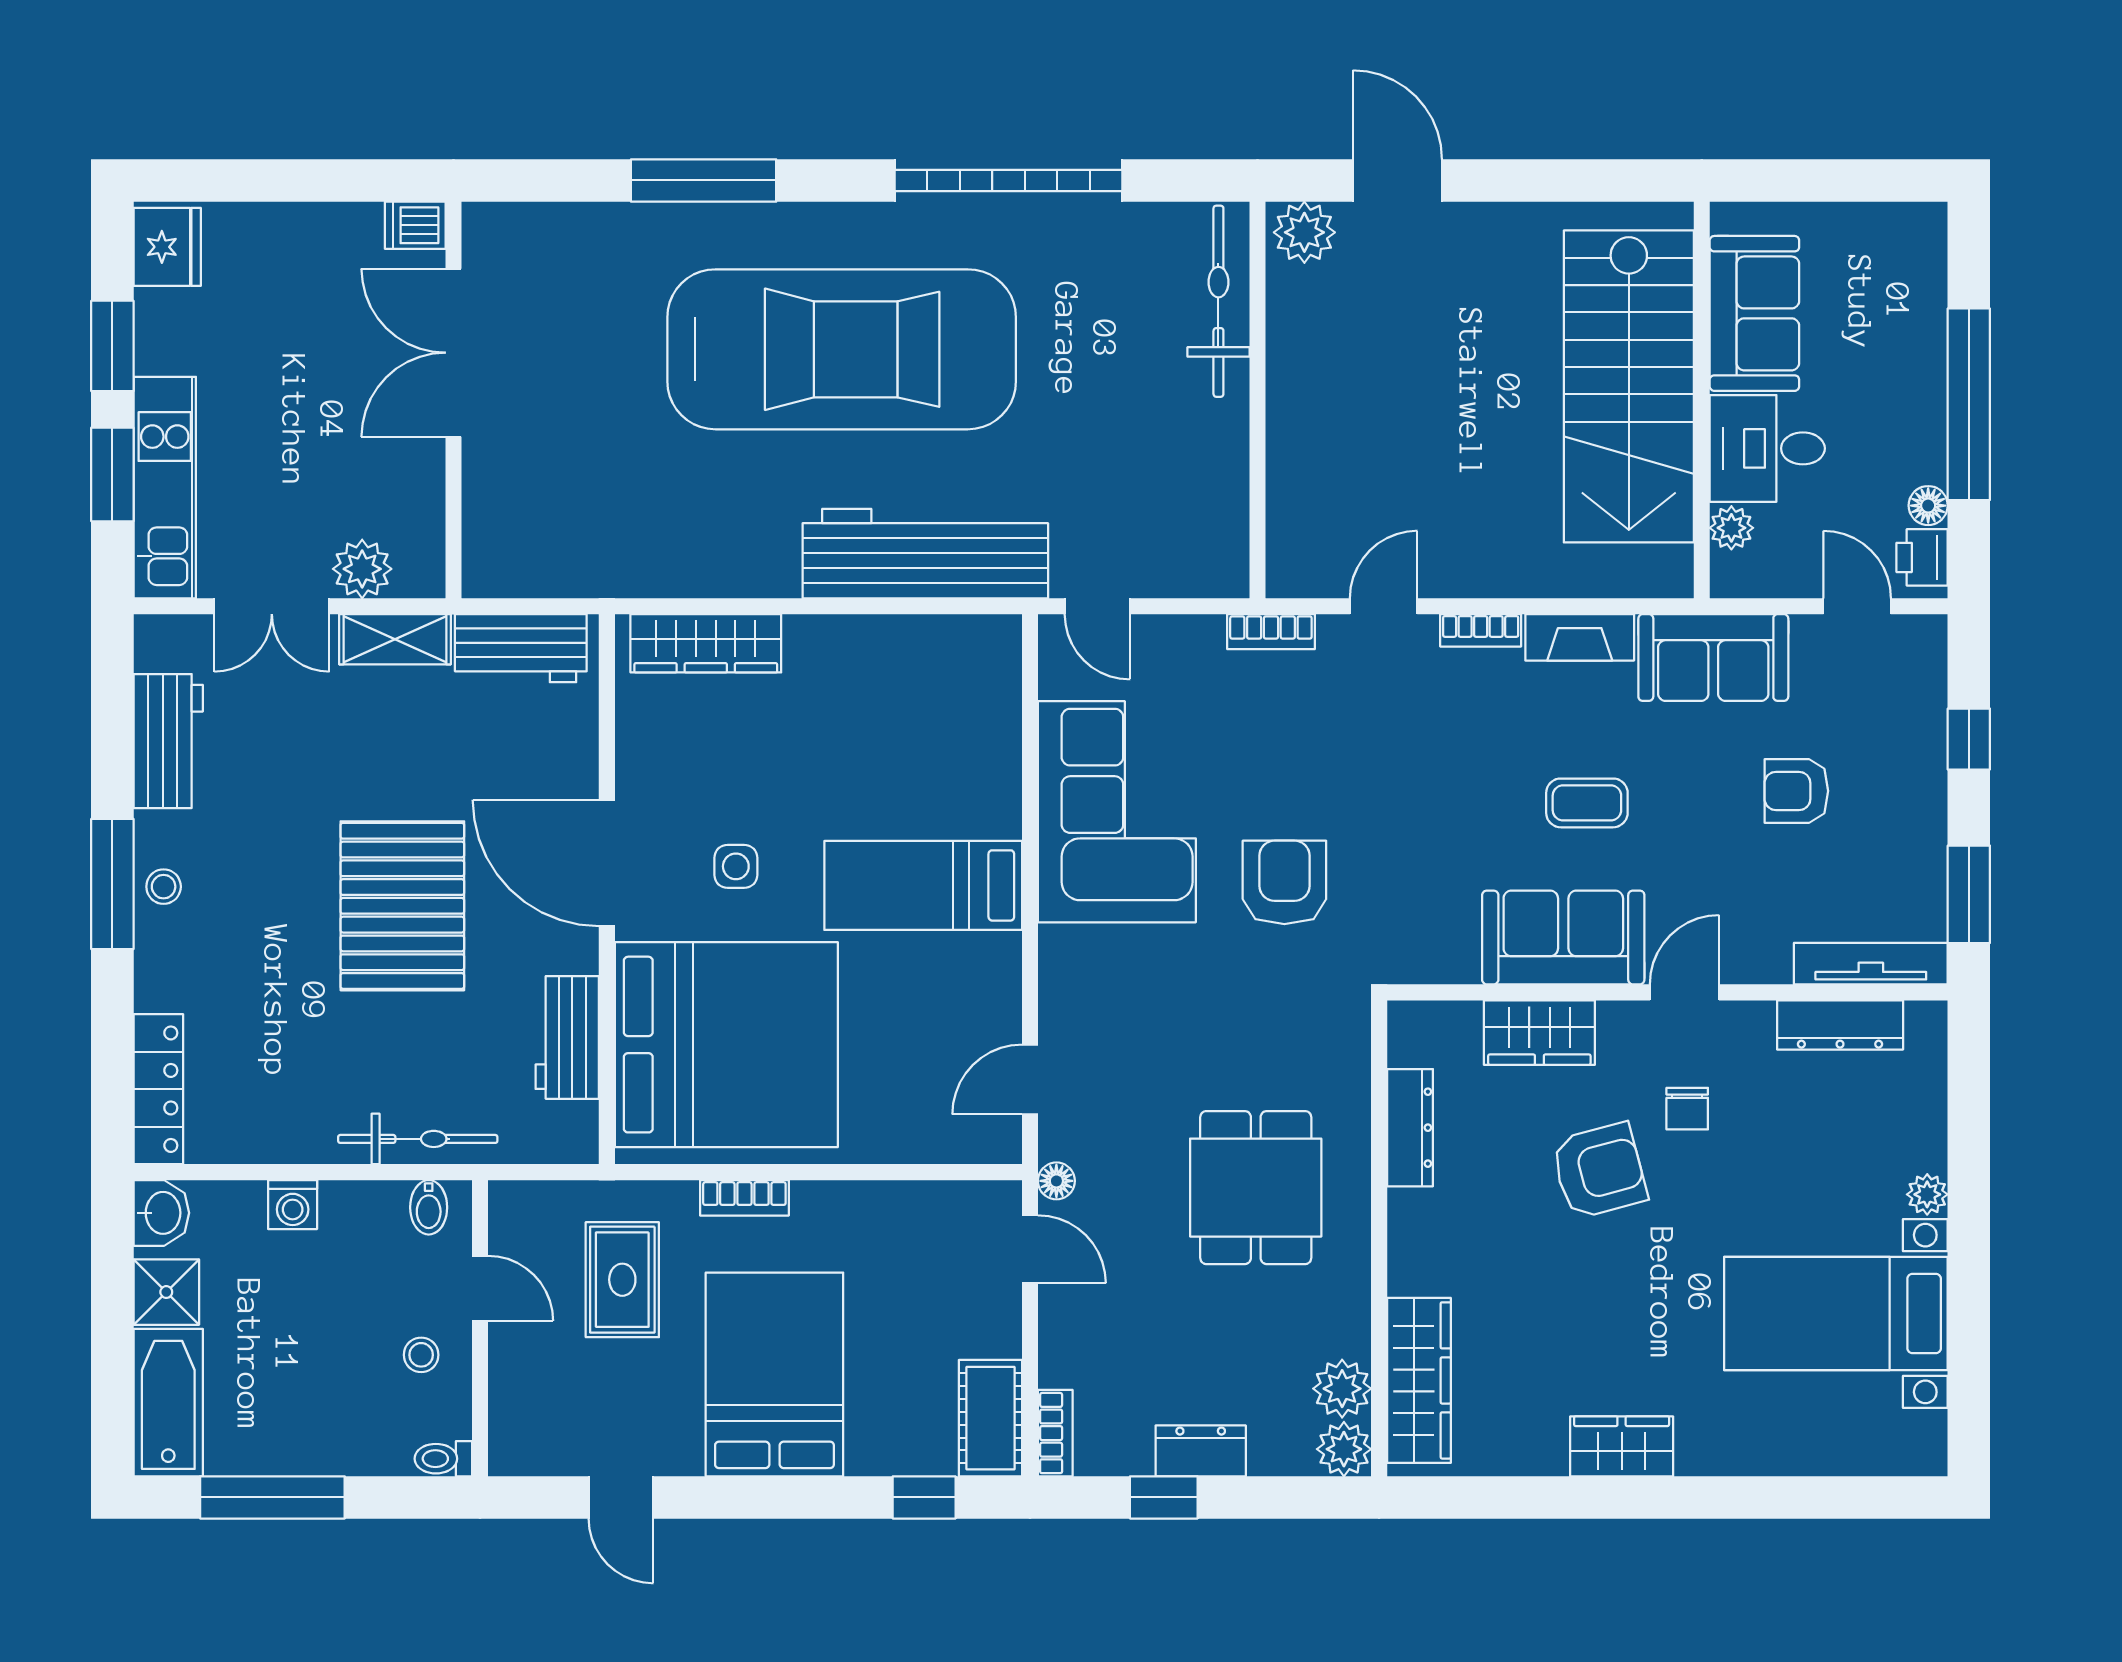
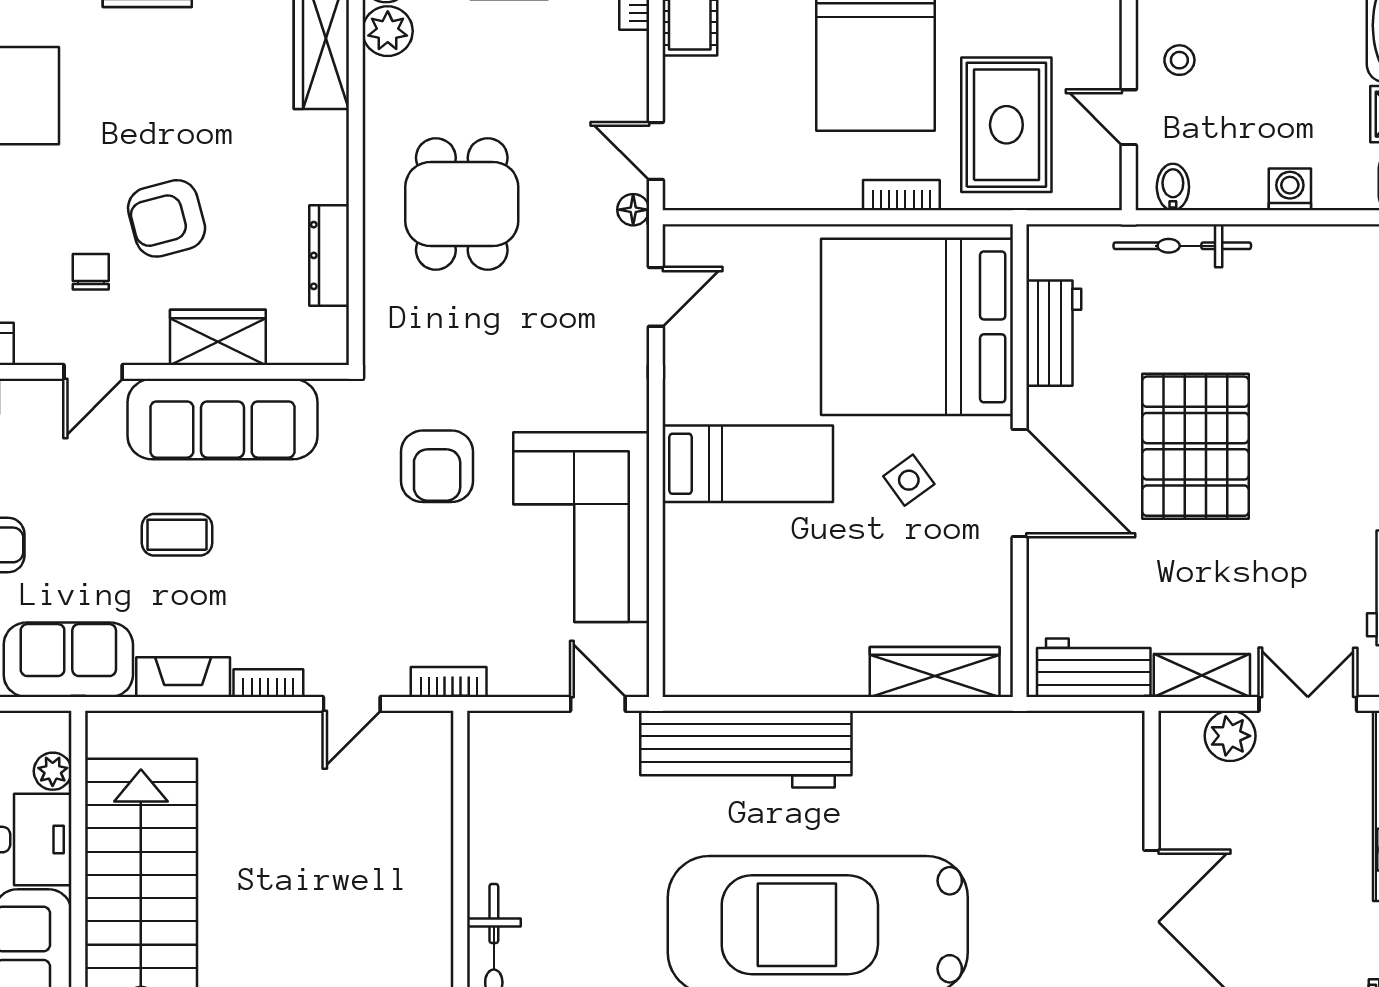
side table: (736, 866) -> (909, 480), turned -36
sofa: (1563, 937) -> (222, 419), width x1.36
rug: (622, 1280) -> (1006, 125), width x1.36, depth x1.43

